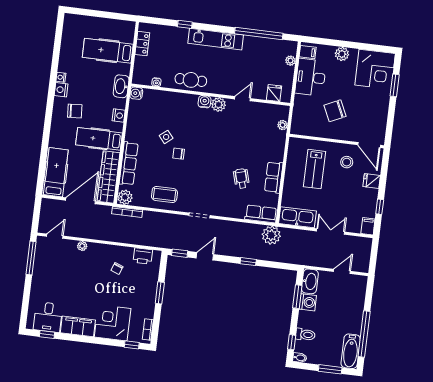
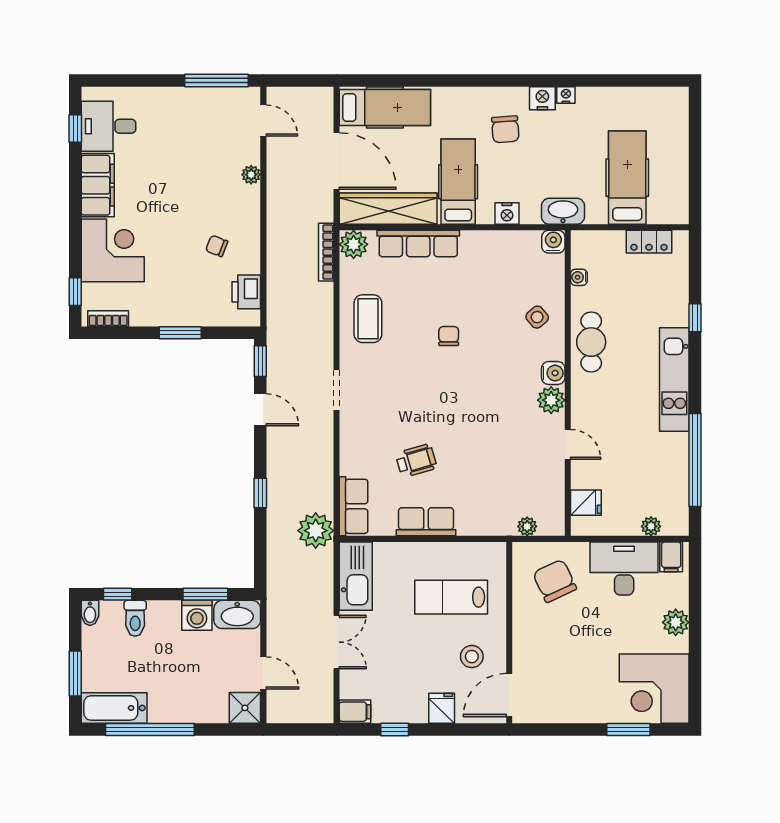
chair: (335, 111) -> (555, 581), moved
side table: (166, 137) -> (537, 317), moved
shower: (359, 283) -> (245, 708), added

